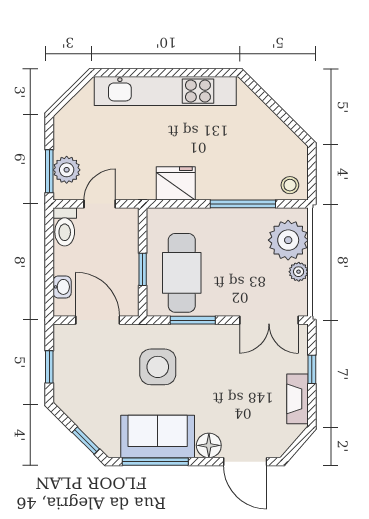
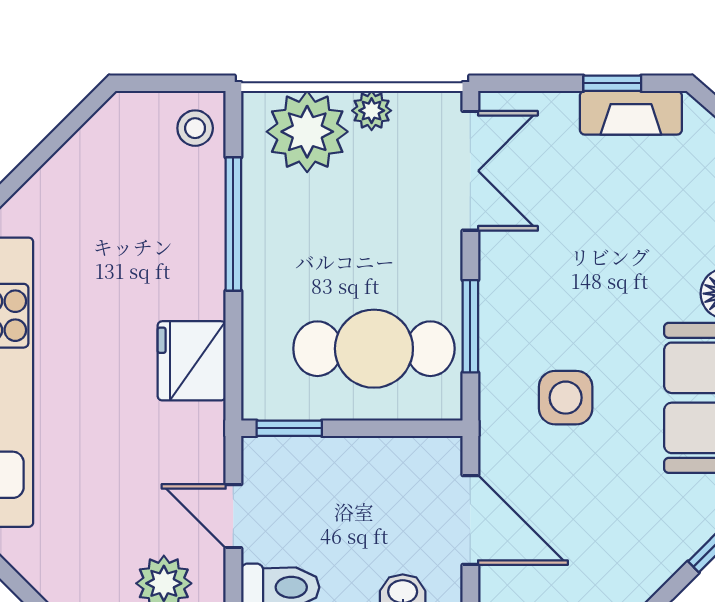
window: (143, 269) -> (289, 428), moved
door: (98, 320) -> (470, 520), swing flipped
side table: (158, 367) -> (566, 398), width x0.73, depth x0.73
window: (312, 369) -> (612, 83), moved

